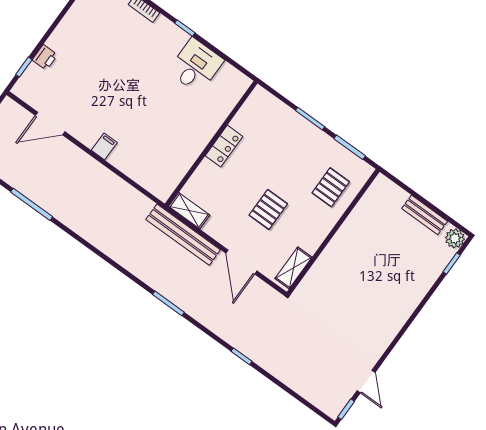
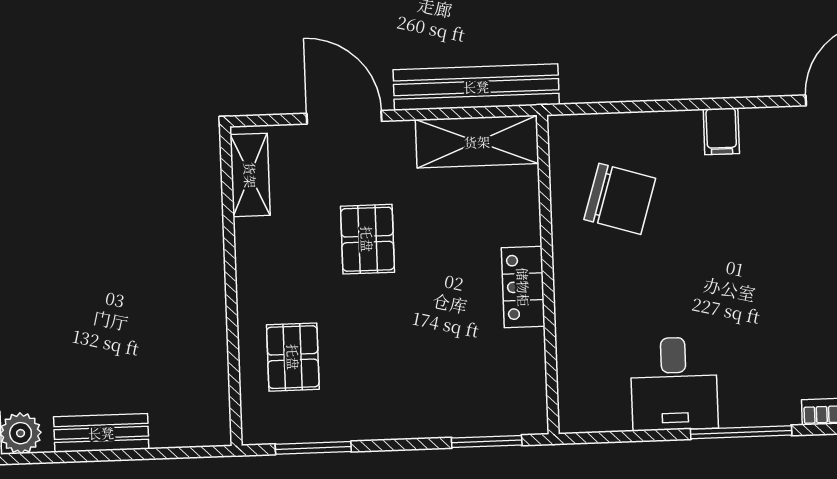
window: (185, 28) -> (741, 432), width x2.17
window: (310, 119) -> (487, 442), moved
chair: (162, 151) -> (620, 199), added
shelving: (189, 211) -> (477, 142), width x1.50, depth x1.33

